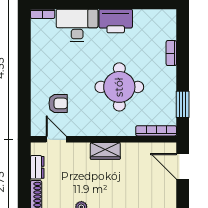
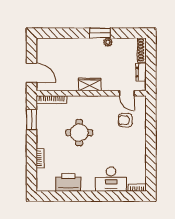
printer: (116, 21) -> (68, 182), moved
round table: (119, 87) -> (79, 133), width x0.73, depth x0.73

